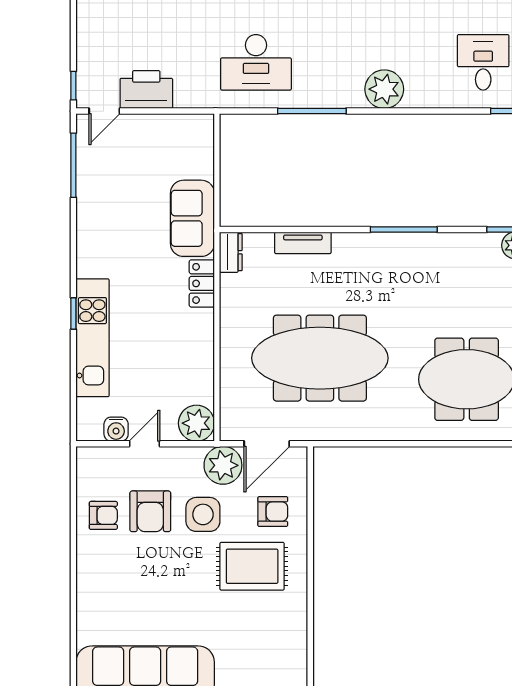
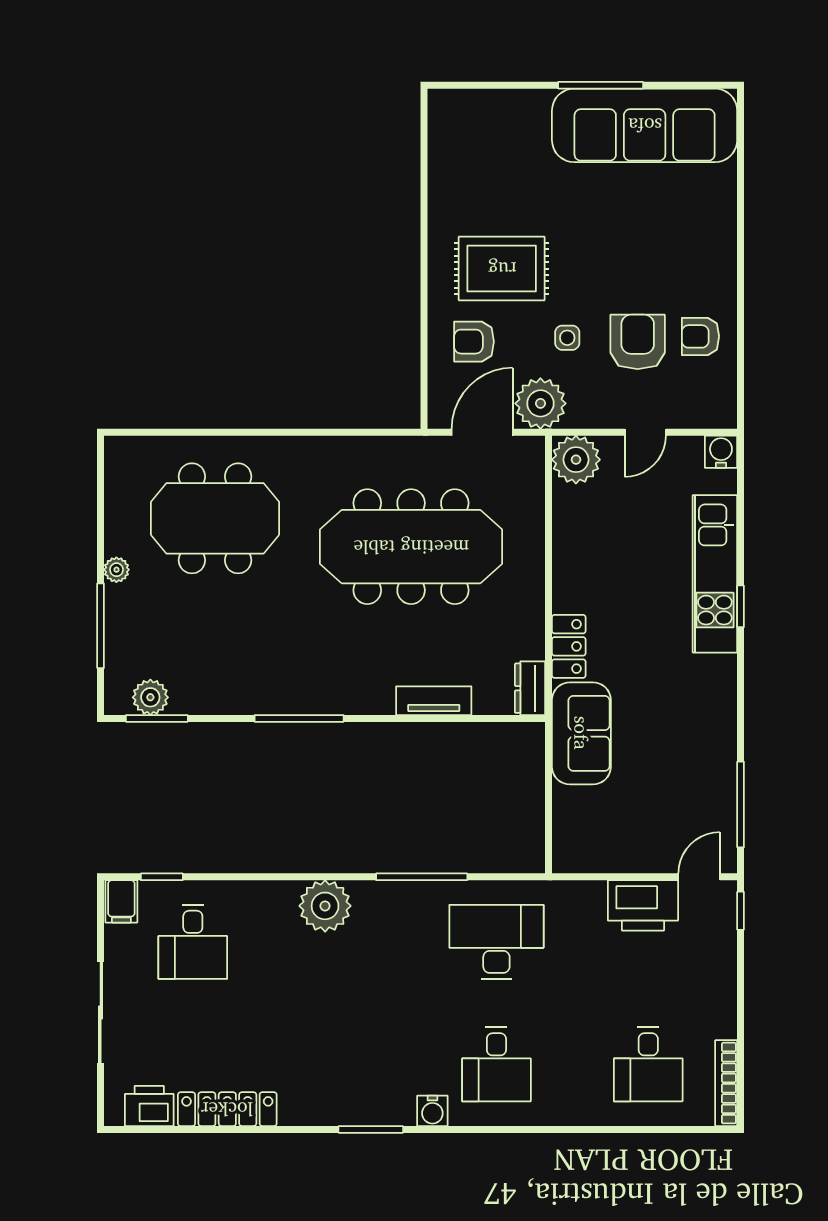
water cooler: (116, 429) -> (721, 452), moved
side table: (203, 514) -> (567, 338), width x0.54, depth x0.54

